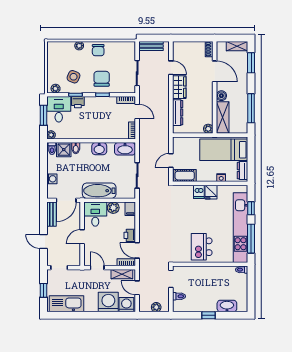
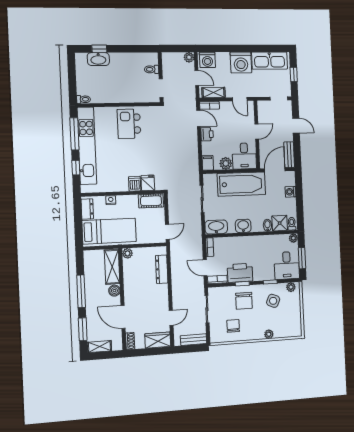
chair: (98, 50) -> (233, 326), moved
door: (171, 68) -> (171, 318), swing flipped
wardrobe: (179, 87) -> (158, 340), moved, turned 90
printer: (78, 102) -> (240, 273), moved, width x1.87, depth x1.48
window: (251, 108) -> (81, 291), moved
door: (171, 160) -> (167, 232), moved
bathtub: (99, 191) -> (241, 184), width x1.36, depth x1.36
fridge: (211, 192) -> (148, 183), moved
kitchen island: (202, 247) -> (129, 124), turned 180
washing machine: (108, 302) -> (241, 62), moved
plant: (156, 307) -> (189, 57), moved
window: (208, 315) -> (99, 49), moved

